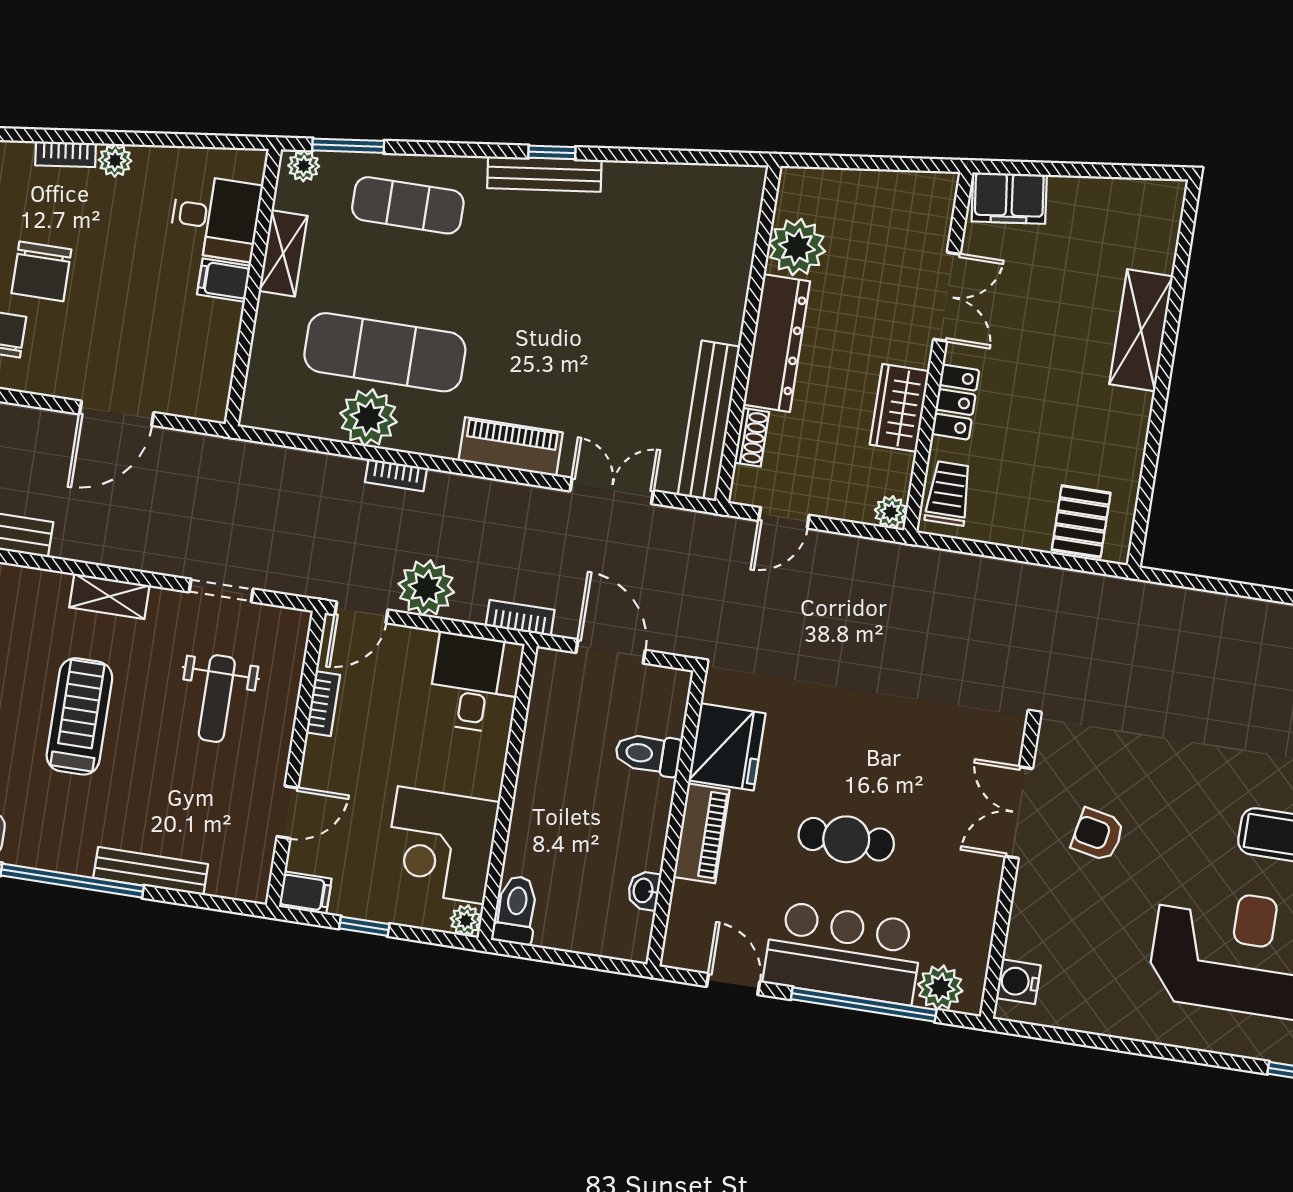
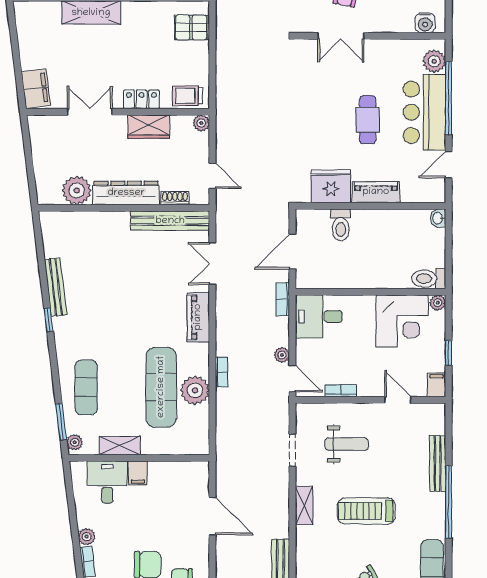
bench: (544, 174) -> (56, 287), moved
plant: (426, 588) -> (282, 355), width x0.53, depth x0.53
washbasin: (644, 891) -> (438, 218), moved, turned 90

